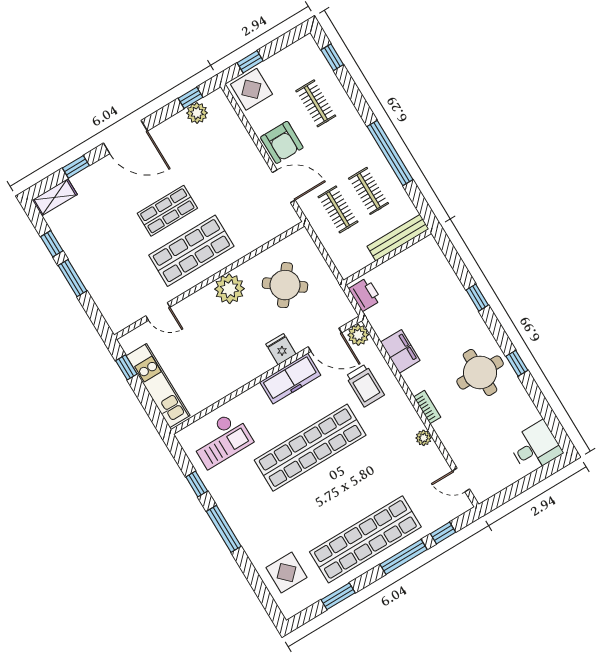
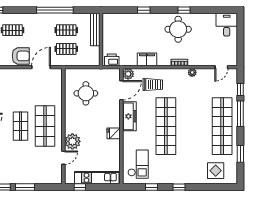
round table: (285, 285) -> (86, 93), turned -37
plant: (229, 289) -> (72, 141), moved
fridge: (281, 349) -> (114, 133), moved
window: (224, 529) -> (179, 187), width x0.46

